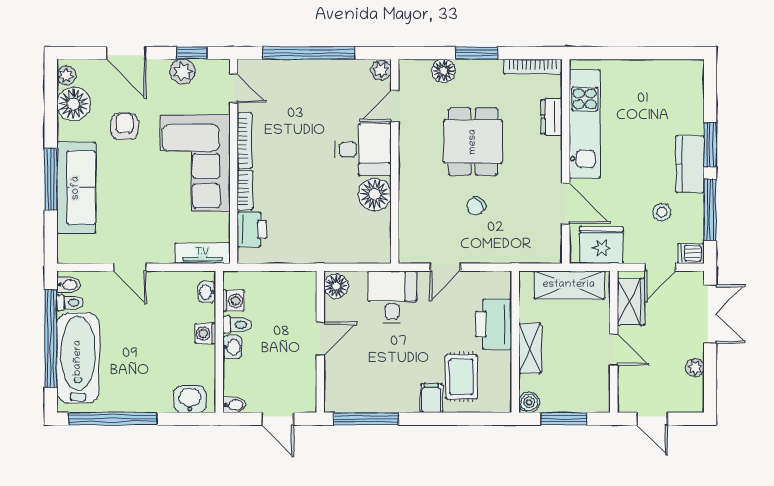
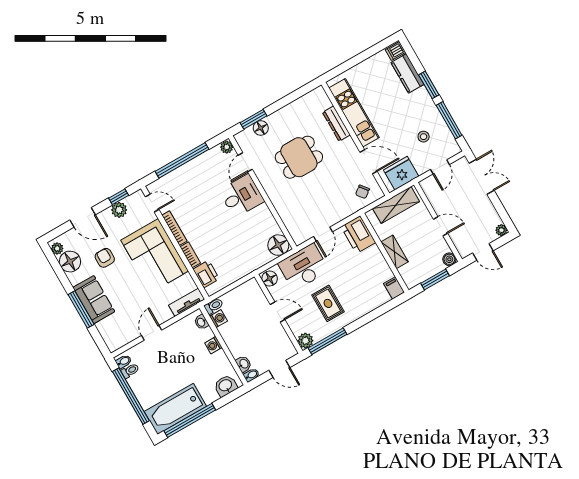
window: (476, 53) -> (254, 119), moved
bookcase: (533, 67) -> (308, 98), removed
dresser: (552, 117) -> (336, 124), width x1.44
dining table: (473, 142) -> (299, 157), turned 90
kitchen counter: (690, 164) -> (408, 73), moved
sofa: (76, 188) -> (94, 300), width x0.73
floor lamp: (375, 194) -> (278, 245), moved
chair: (476, 206) -> (362, 192), moved
dishwasher: (691, 253) -> (395, 51), moved
door: (130, 267) -> (152, 333), swing flipped
desk: (392, 297) -> (304, 267), width x1.37
wardrobe: (631, 302) -> (435, 195), removed
printer: (494, 324) -> (358, 235), moved
toilet: (237, 325) -> (214, 306), moved
door: (320, 339) -> (277, 312), hinge flipped
washbasin: (232, 347) -> (244, 364), moved
bathtub: (78, 358) -> (175, 409), moved, turned -90
plant: (695, 368) -> (501, 230), moved
rug: (461, 377) -> (328, 303), moved
filing cabinet: (431, 398) -> (394, 288), moved
plant: (336, 400) -> (305, 341), added
boiler: (529, 402) -> (449, 259), moved

